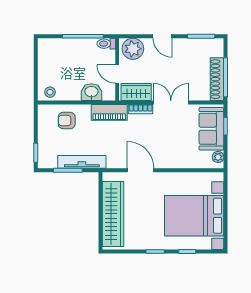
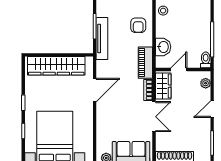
plant: (133, 49) -> (206, 83), width x0.53, depth x0.53
armchair: (67, 121) -> (138, 25), turned 180

